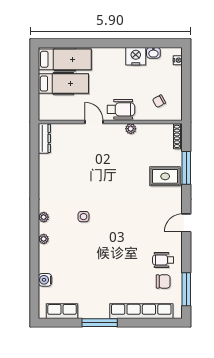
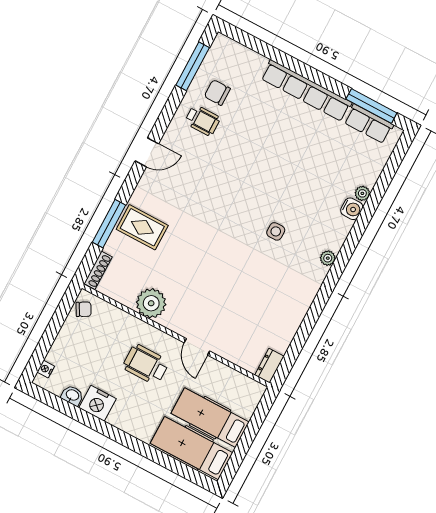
chair: (159, 101) -> (84, 309), moved
wheelchair: (121, 109) -> (146, 364), moved
plant: (131, 129) -> (151, 303), width x1.88, depth x1.88
dresser: (44, 138) -> (269, 366), width x0.70
plant: (44, 239) -> (362, 193), moved
water cooler: (45, 280) -> (352, 209), moved
row of seats: (141, 311) -> (306, 91), moved
window: (100, 323) -> (371, 106), moved

